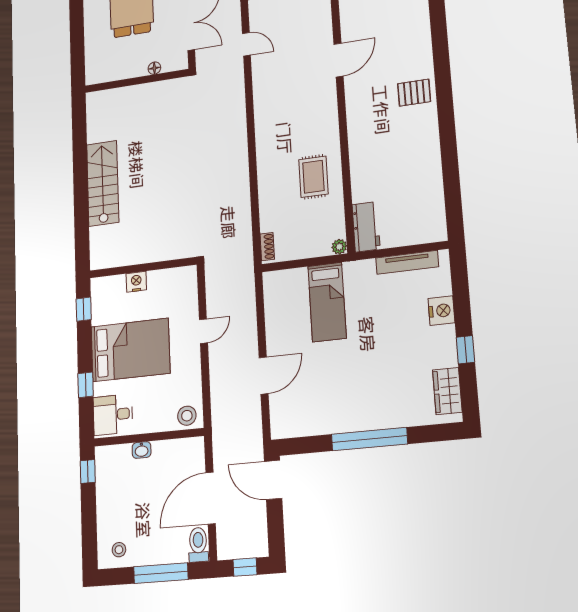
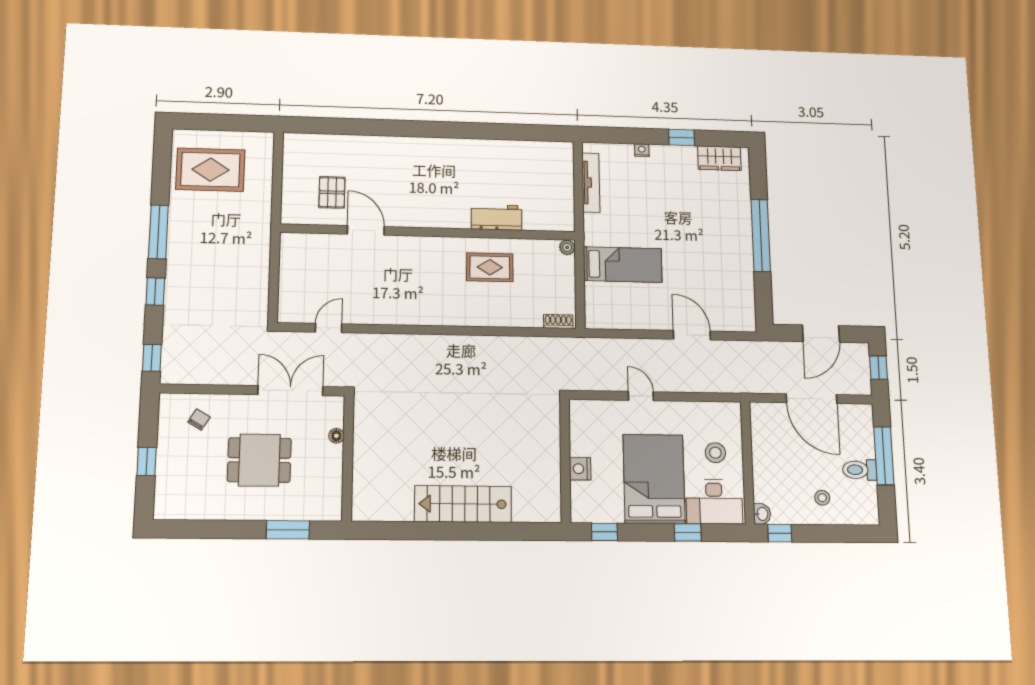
window: (77, 44) -> (288, 530), added
pallet: (414, 93) -> (332, 192), moved
workbench: (366, 227) -> (497, 217), moved
nightstand: (441, 311) -> (642, 150), width x0.53, depth x0.56
desk: (113, 415) -> (714, 502), width x1.37
stool: (187, 416) -> (715, 453), moved
washbasin: (142, 450) -> (762, 514), moved
door: (273, 480) -> (821, 334), moved
toilet: (198, 545) -> (860, 470), moved
stool: (119, 550) -> (822, 498), moved

